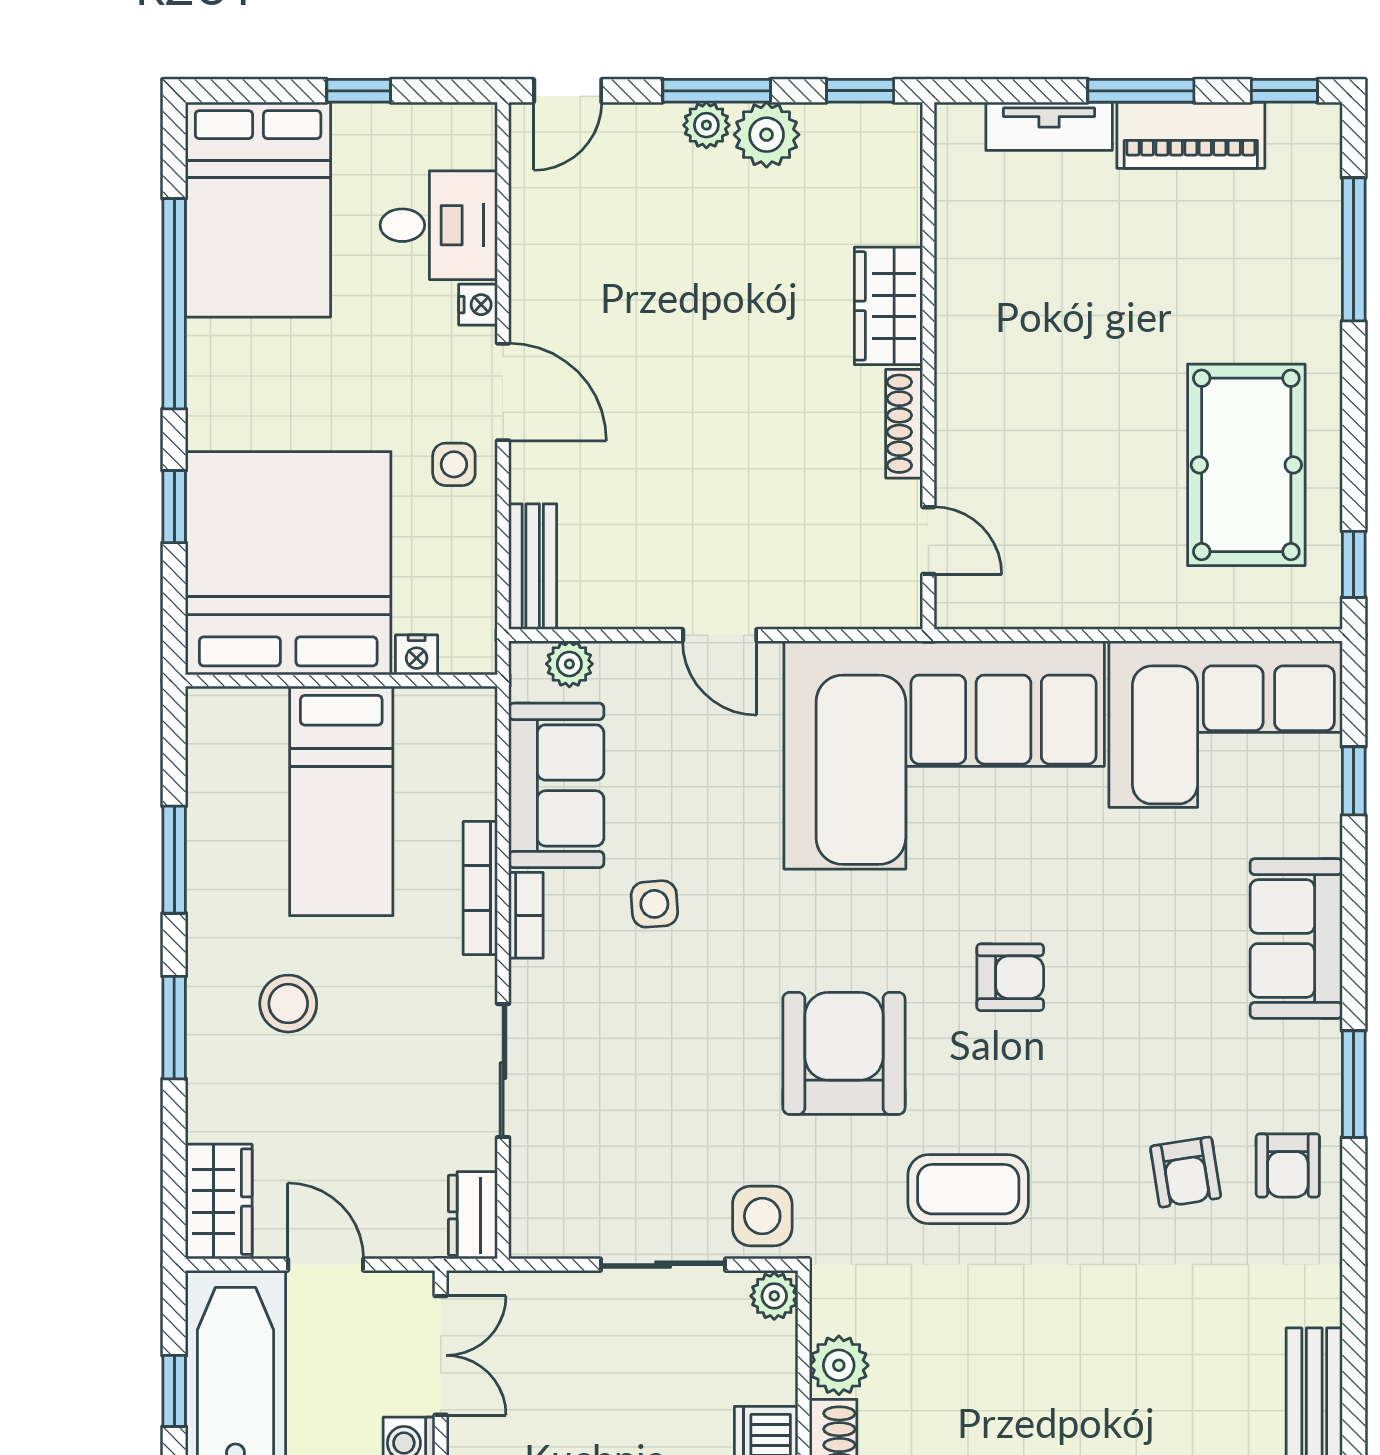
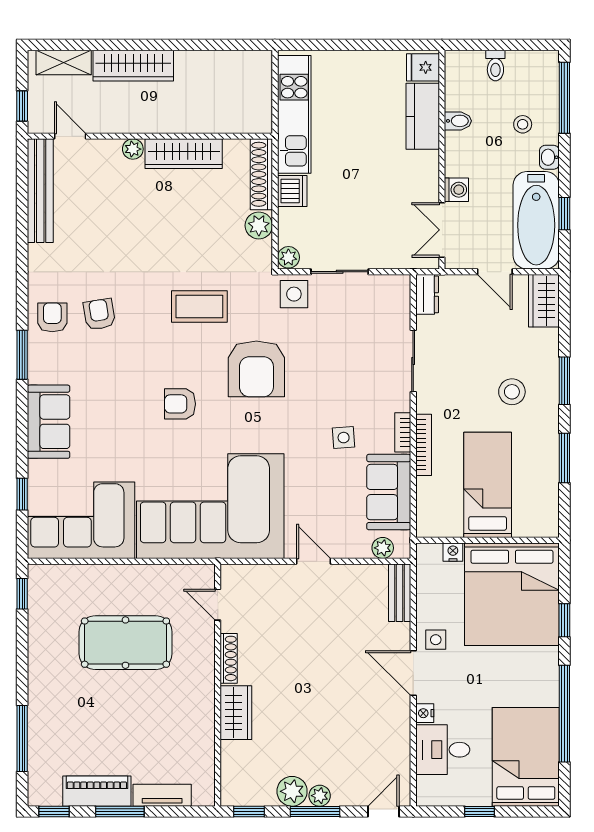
pool table: (1246, 465) -> (125, 643), moved, turned 90

